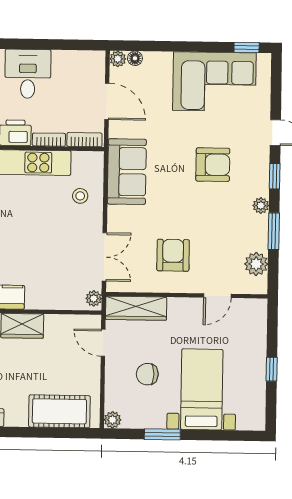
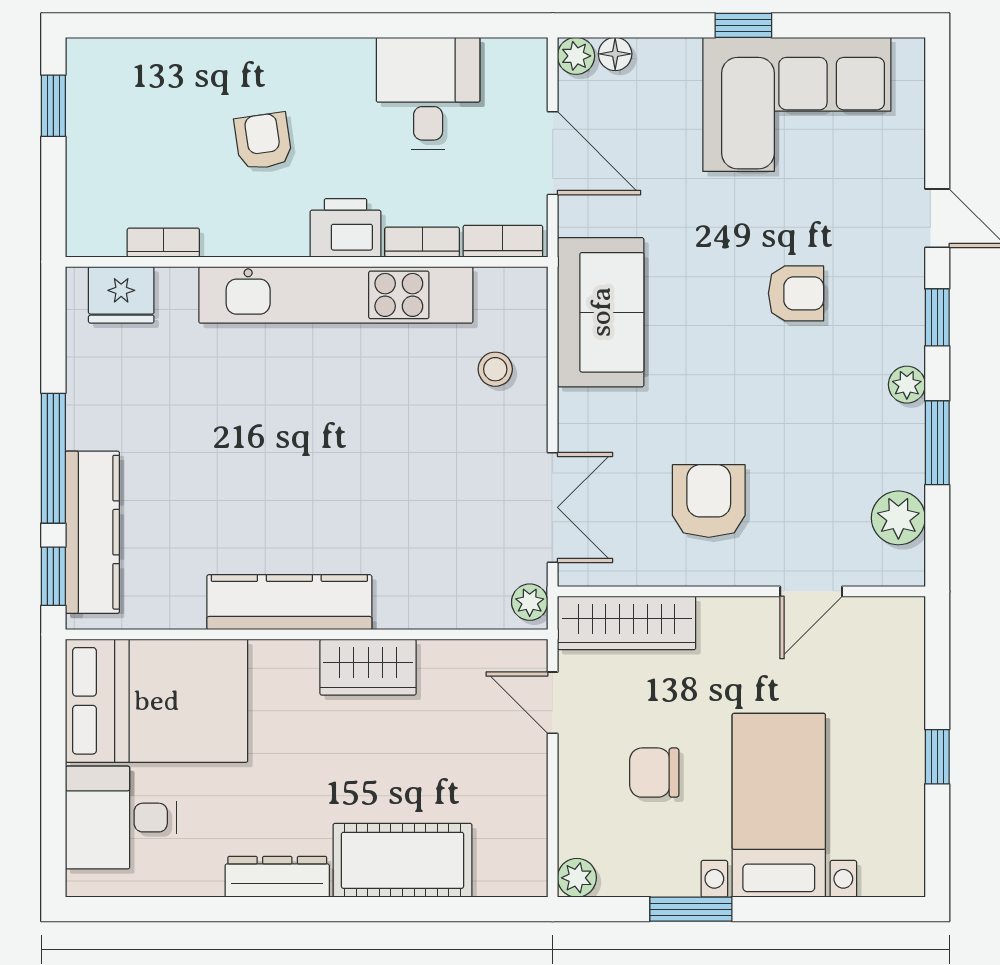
window: (247, 47) -> (743, 25), moved
desk: (28, 74) -> (428, 93), moved
armchair: (213, 165) -> (796, 293), width x0.72, depth x0.72
cot: (59, 411) -> (403, 860), moved

